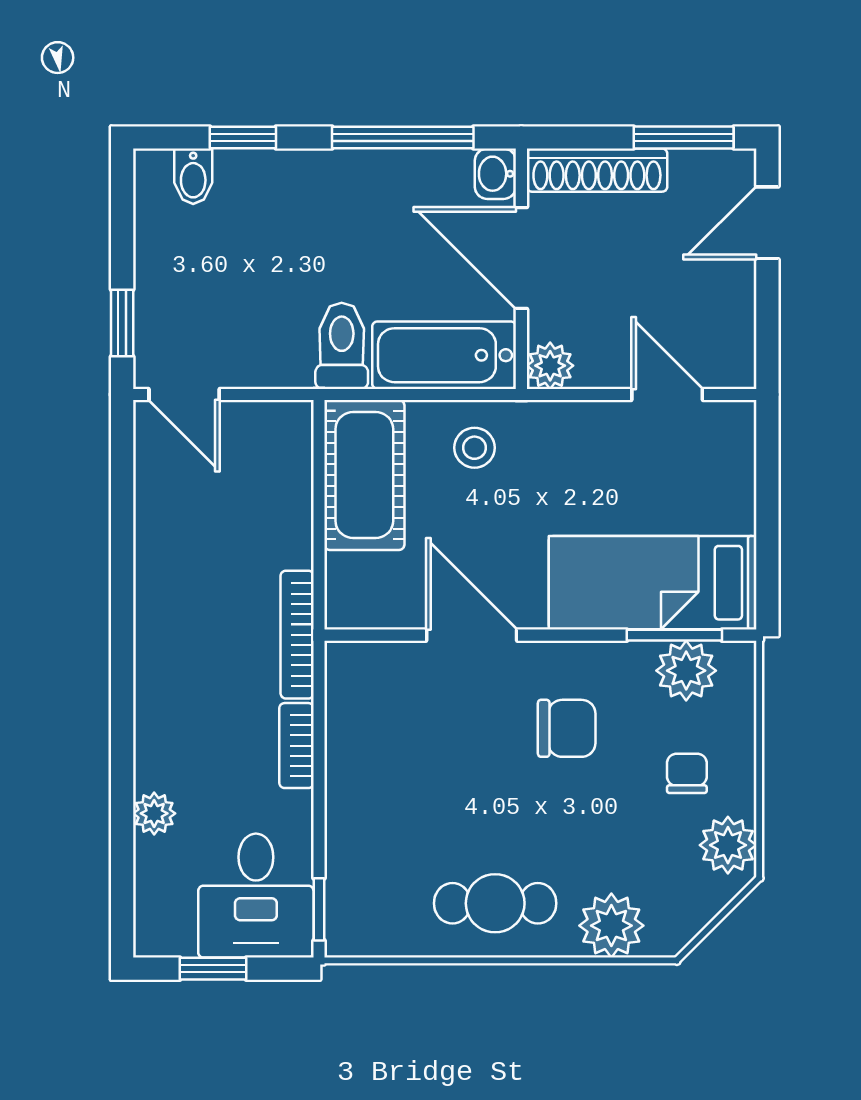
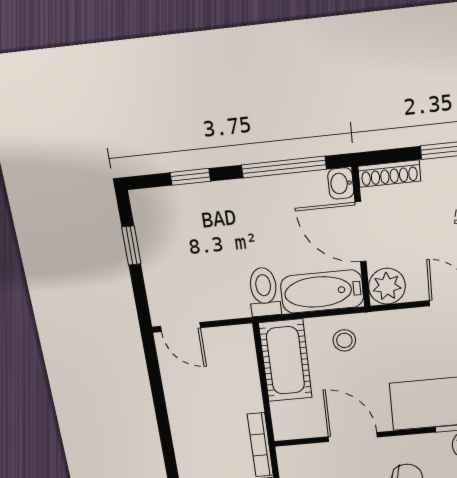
shoe rack: (597, 170) -> (389, 174), width x0.74, depth x0.81
bidet: (193, 176) -> (165, 203), removed
window: (122, 323) -> (131, 246), moved
plant: (550, 366) -> (387, 286), width x1.38, depth x1.38

